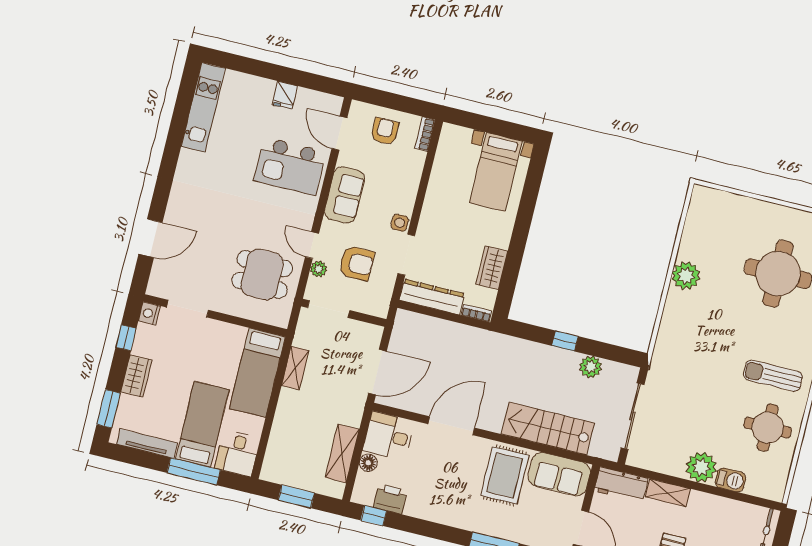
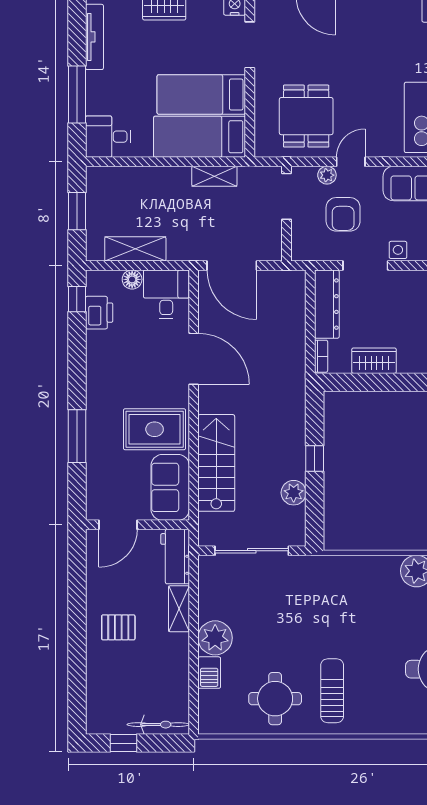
bed: (202, 424) -> (201, 94), moved, turned 180

